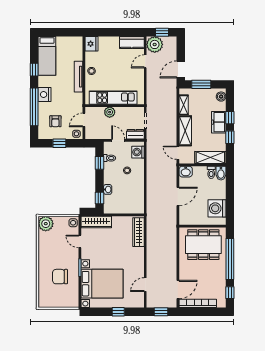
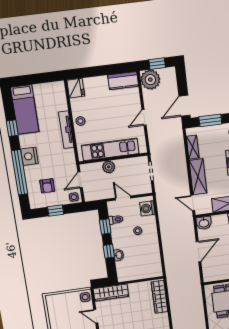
door: (145, 61) -> (144, 117), moved
dresser: (135, 134) -> (142, 188), removed
window: (99, 198) -> (109, 251), moved
plant: (46, 224) -> (54, 302), removed

